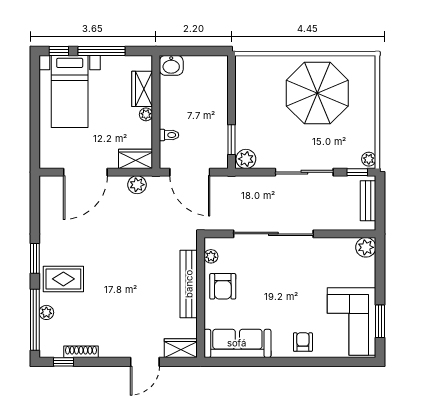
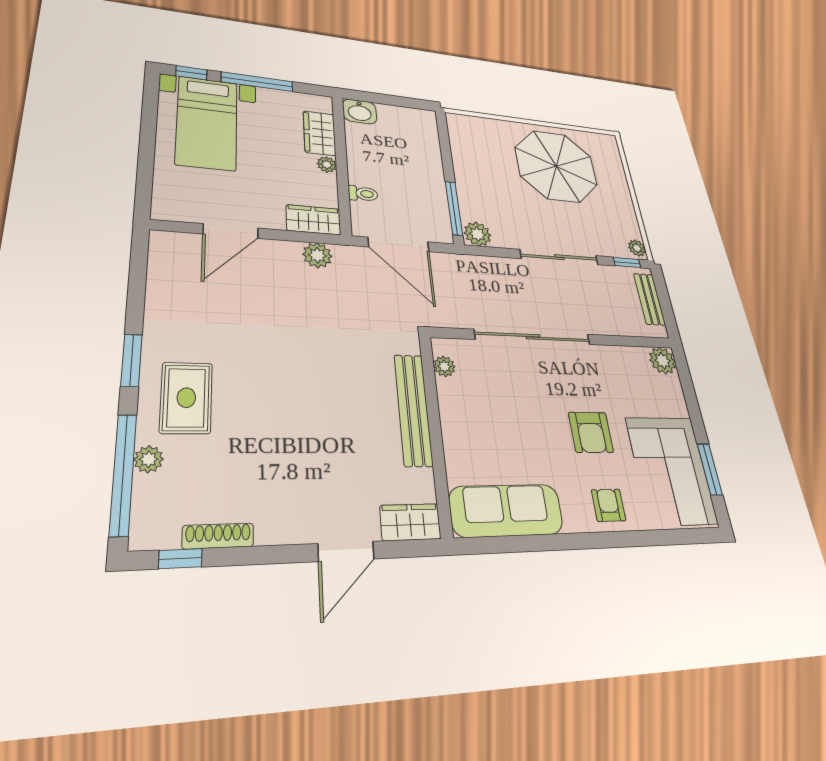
window: (231, 140) -> (454, 208), width x1.44
door: (85, 172) -> (231, 231), width x0.73
rug: (63, 279) -> (186, 398), turned 90
armchair: (223, 286) -> (591, 432), moved

